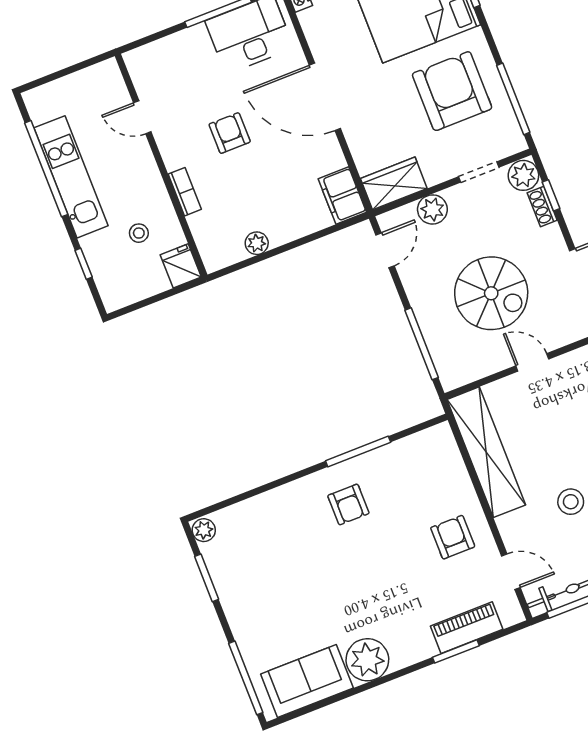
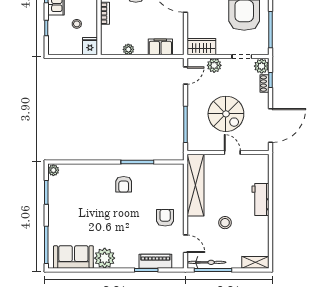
filing cabinet: (342, 195) -> (160, 47), moved, turned 90

